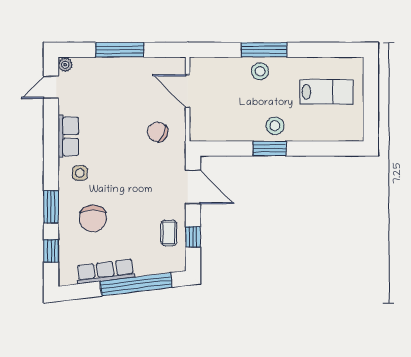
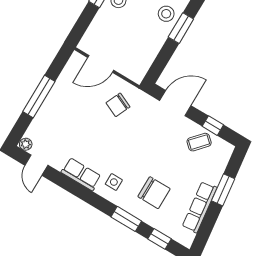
coffee table: (169, 233) -> (199, 142), turned -48
window: (136, 284) -> (223, 190), width x0.47

